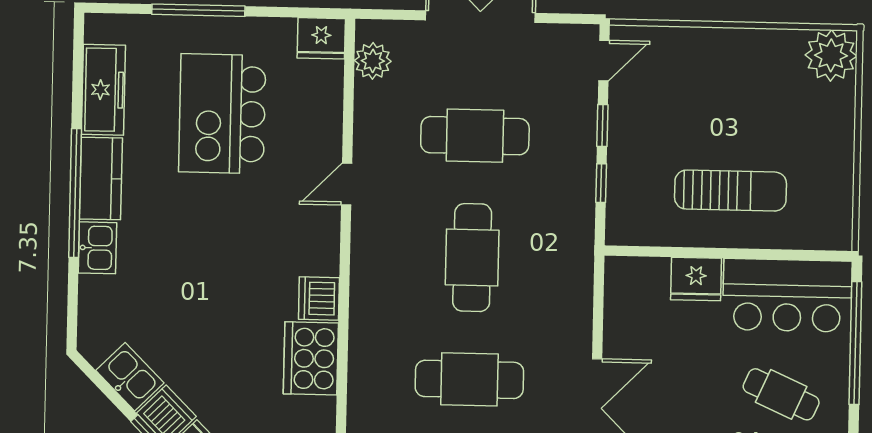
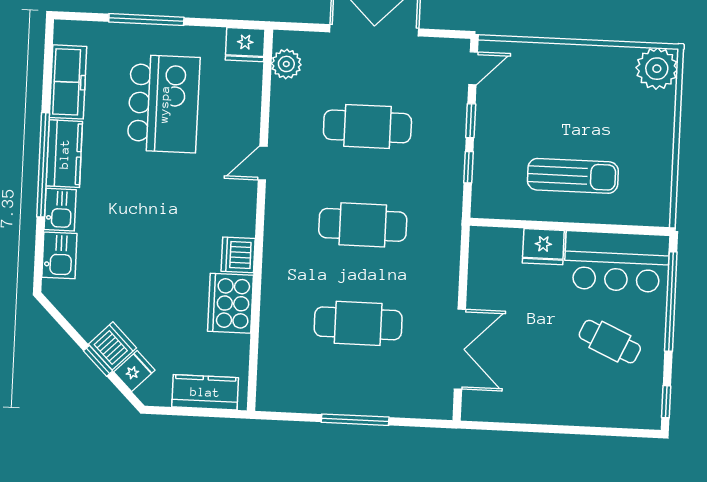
kitchen island: (222, 114) -> (164, 104), turned 180
cafe table: (472, 258) -> (363, 225), turned 90
kitchen sink: (130, 377) -> (59, 255), moved, turned 45

